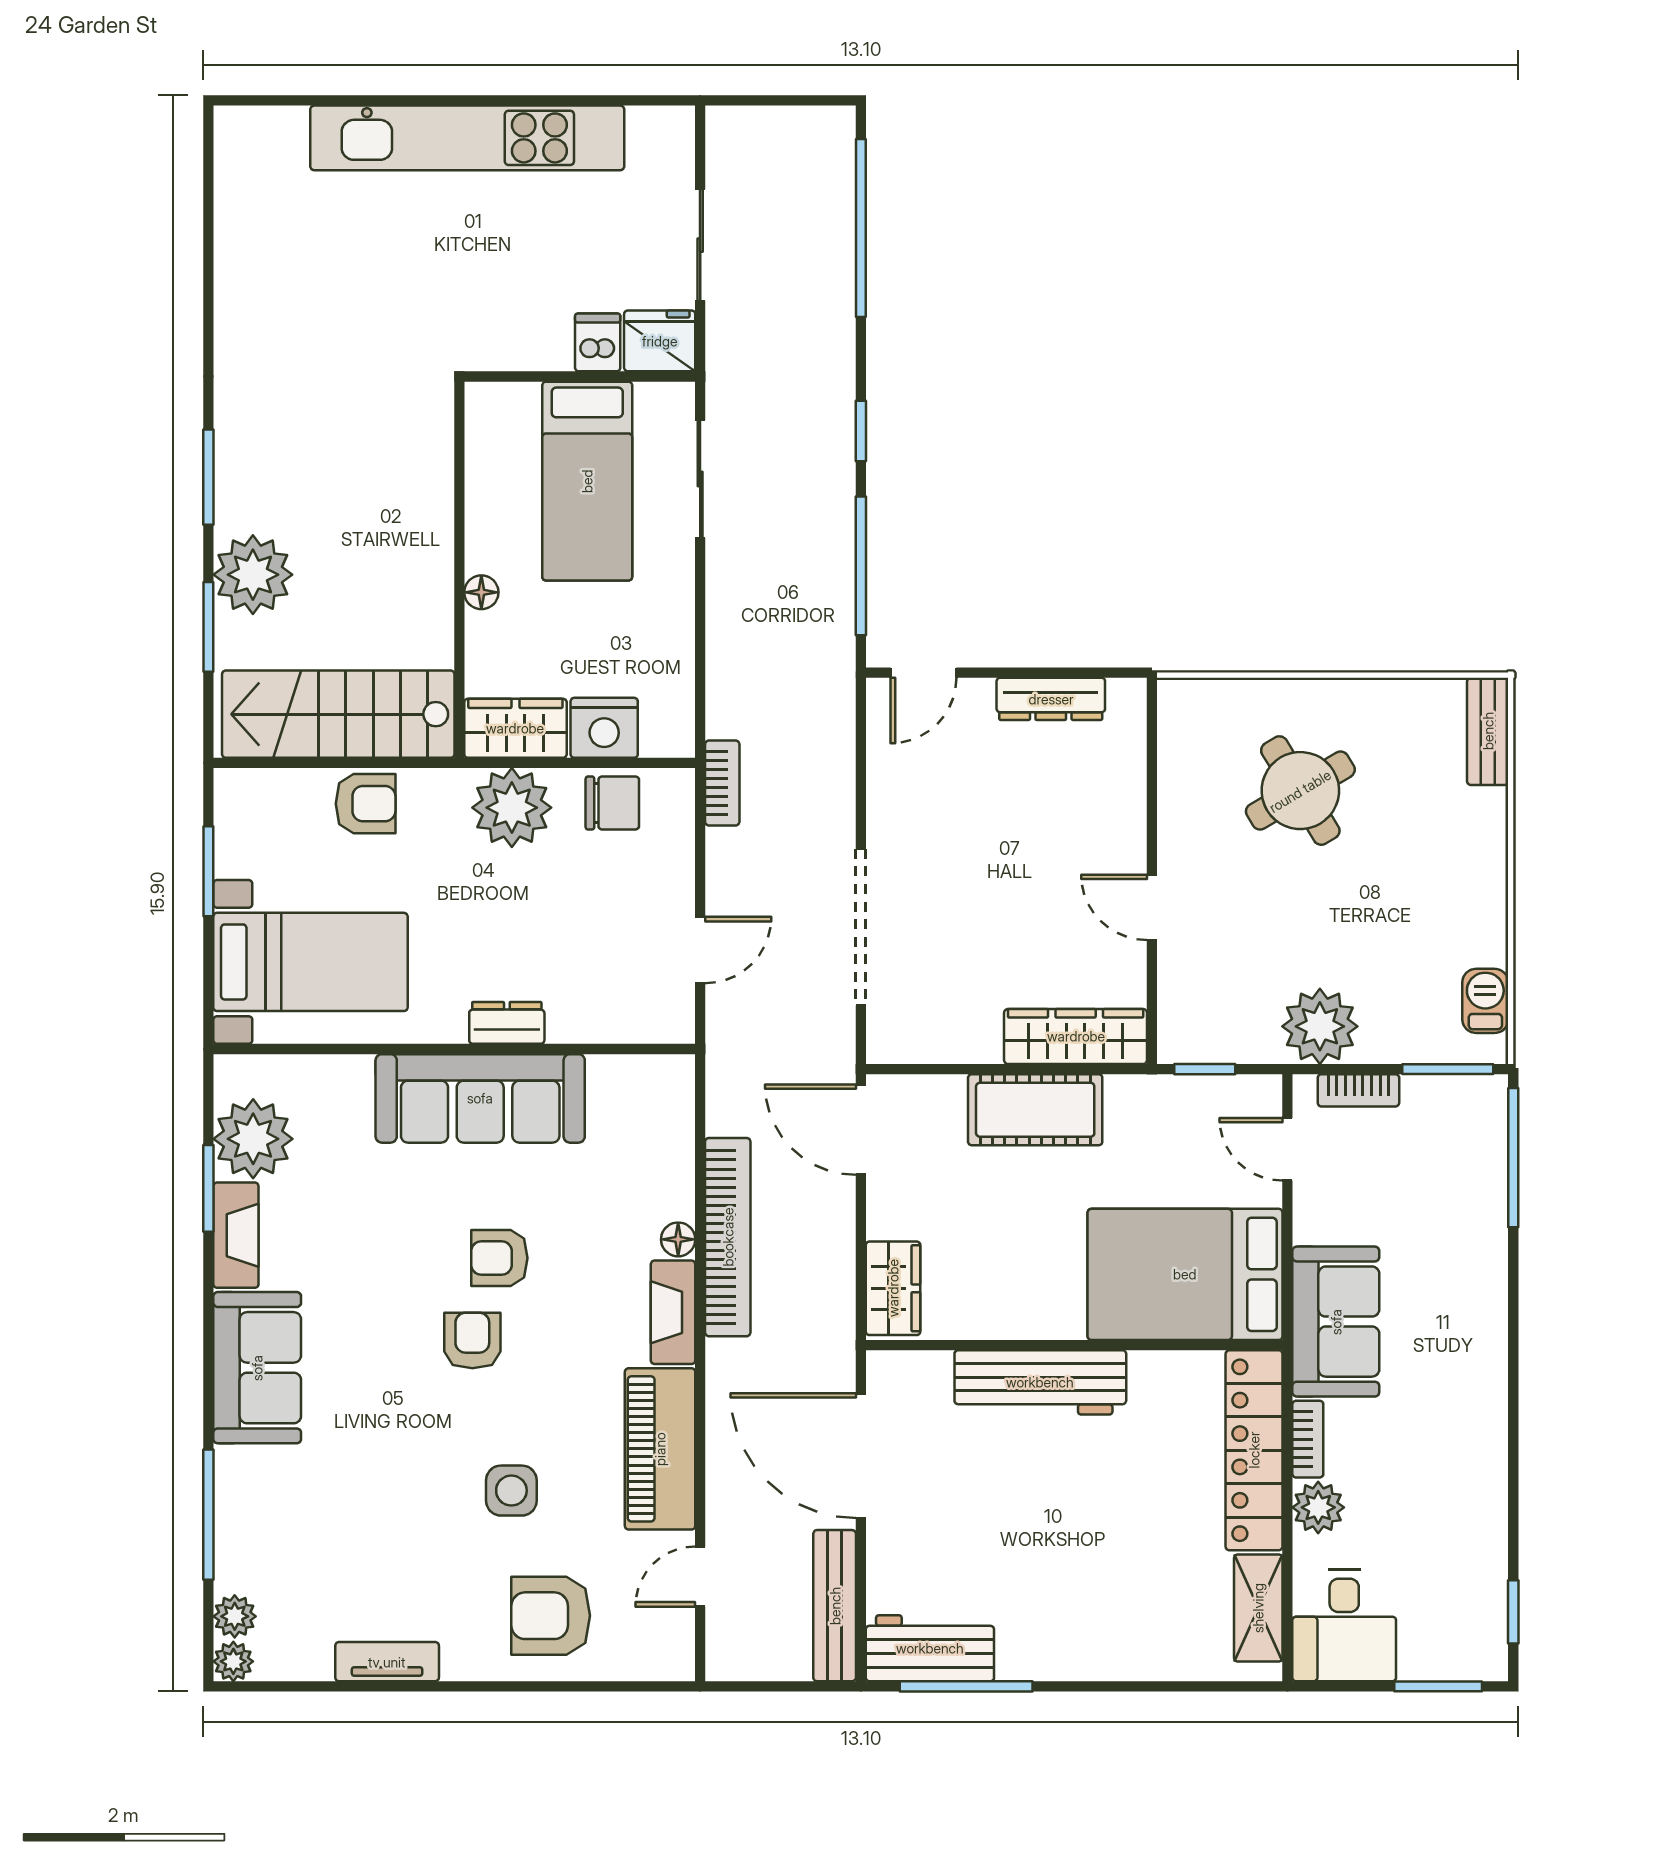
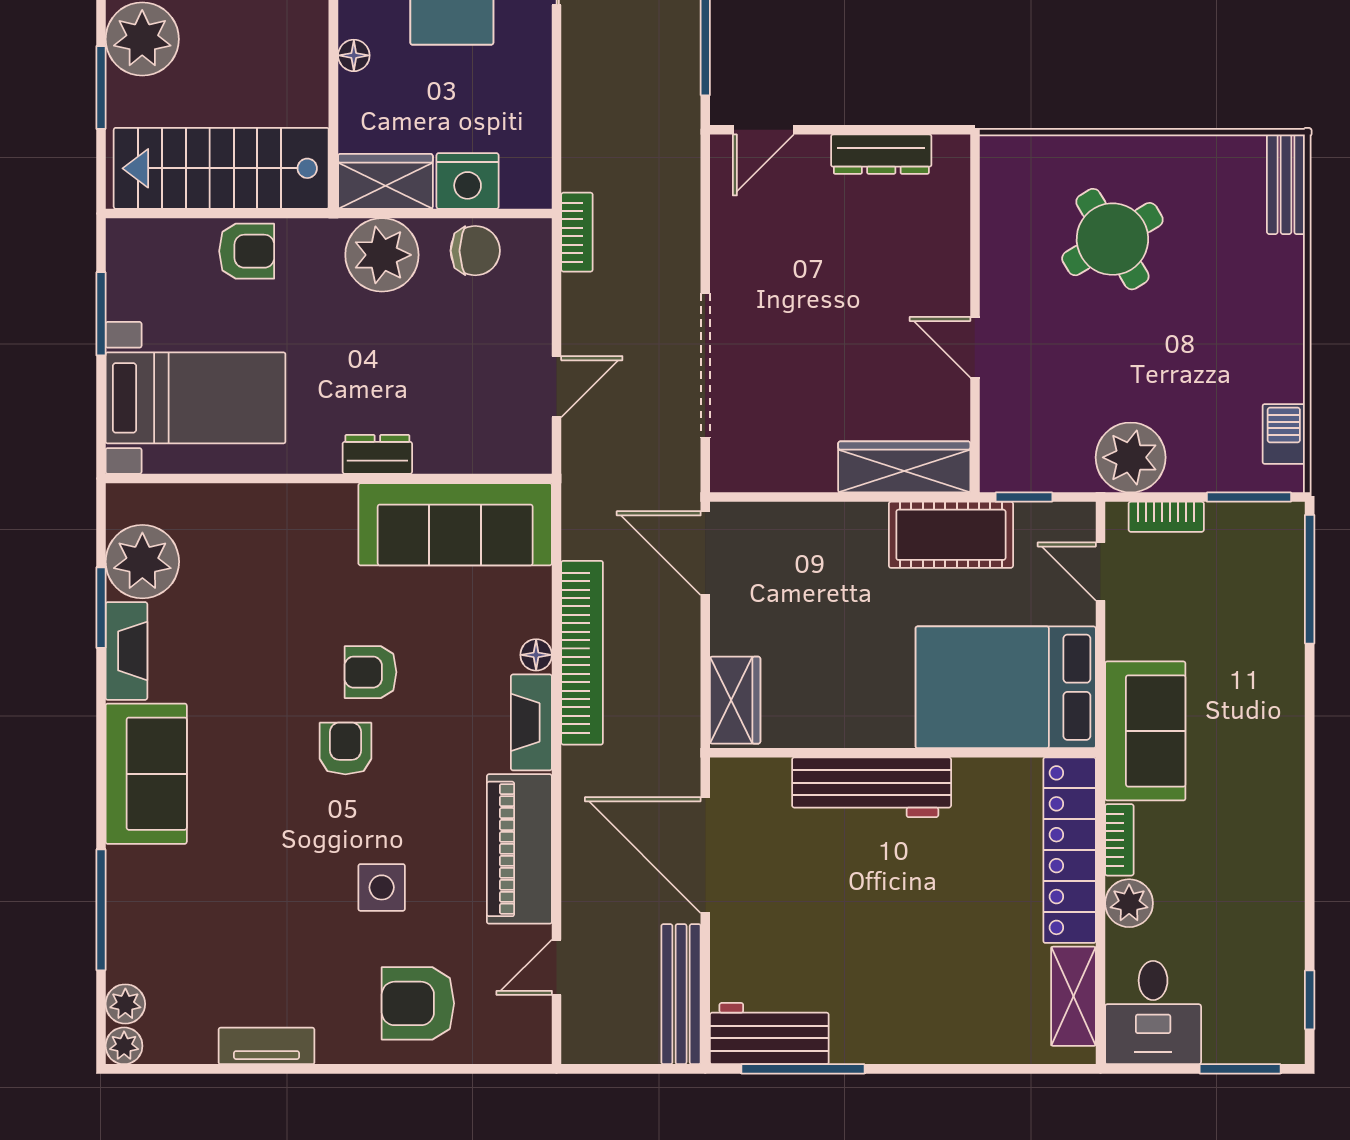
sofa: (480, 1098) -> (455, 524), moved
cot: (1035, 1110) -> (951, 535), moved

